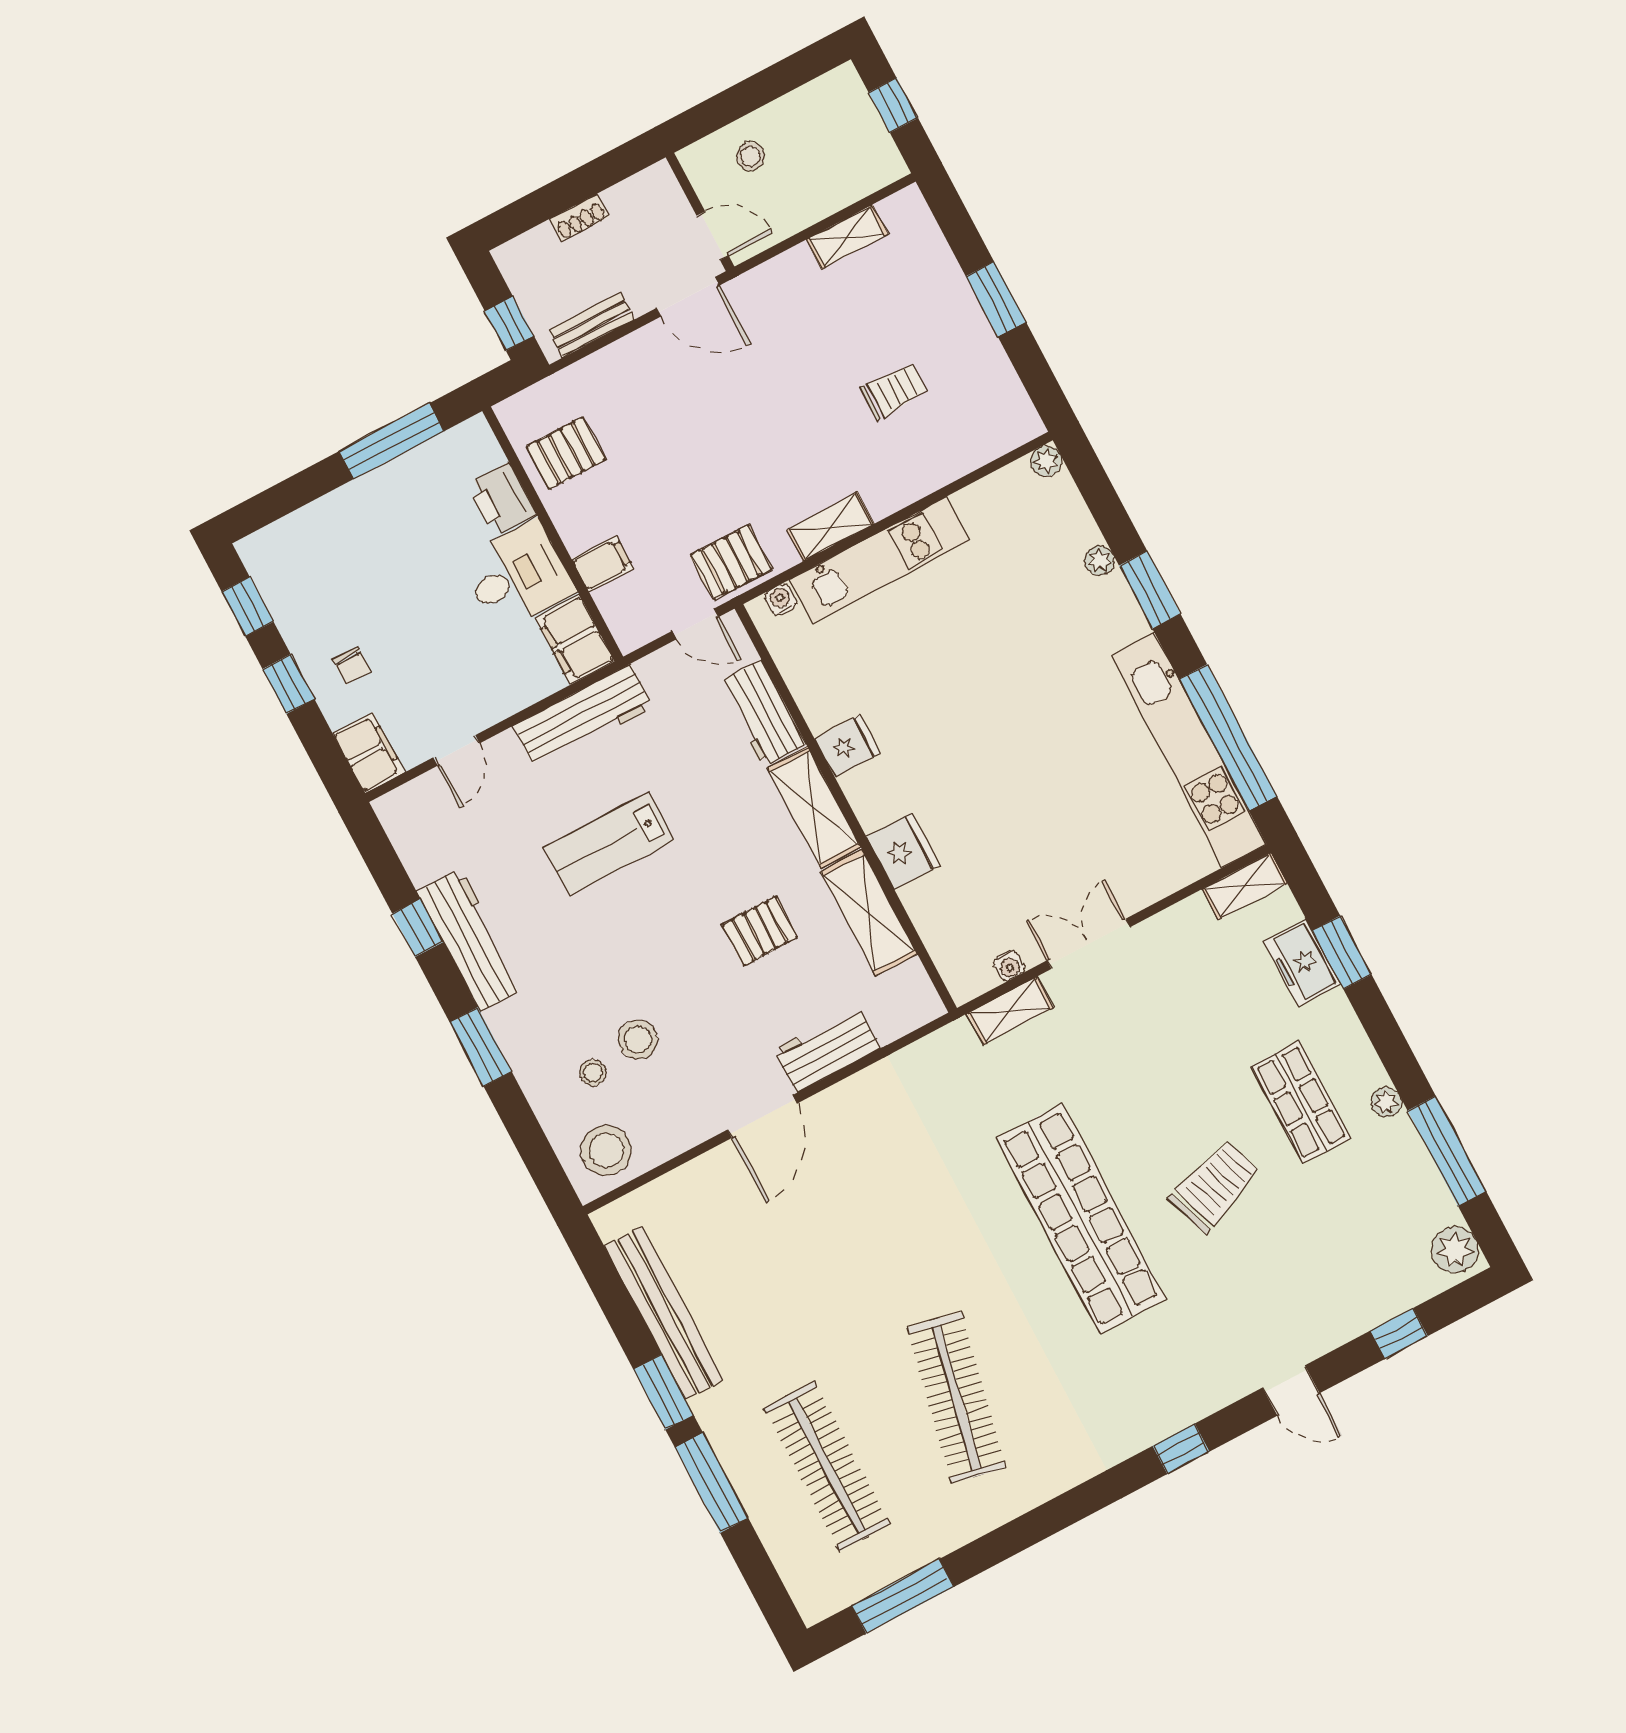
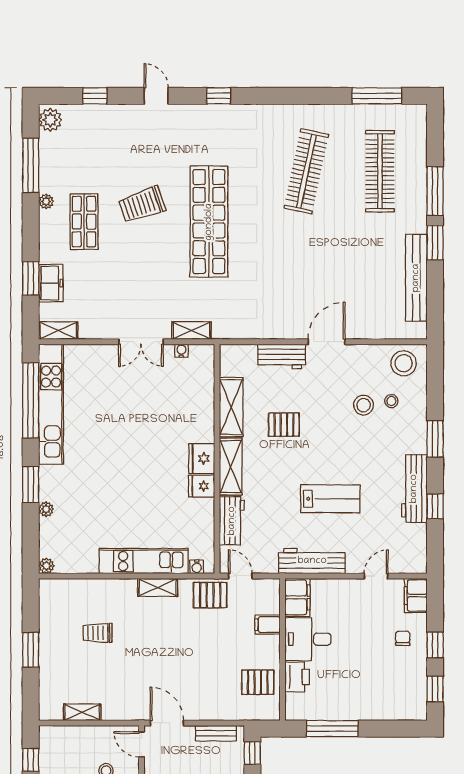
fridge: (903, 851) -> (202, 459), moved

